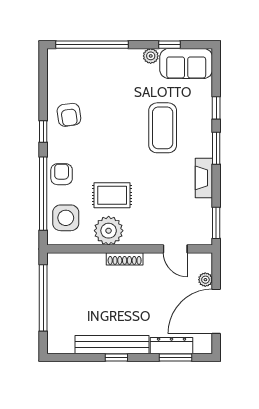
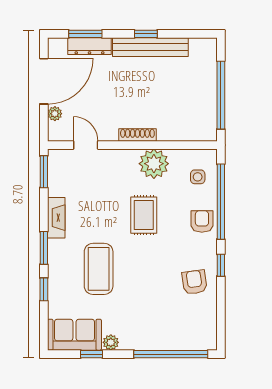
armchair: (62, 174) -> (202, 221), turned 180
rug: (112, 195) -> (144, 215), moved, turned 90
side table: (66, 218) -> (198, 177), width x0.54, depth x0.54

